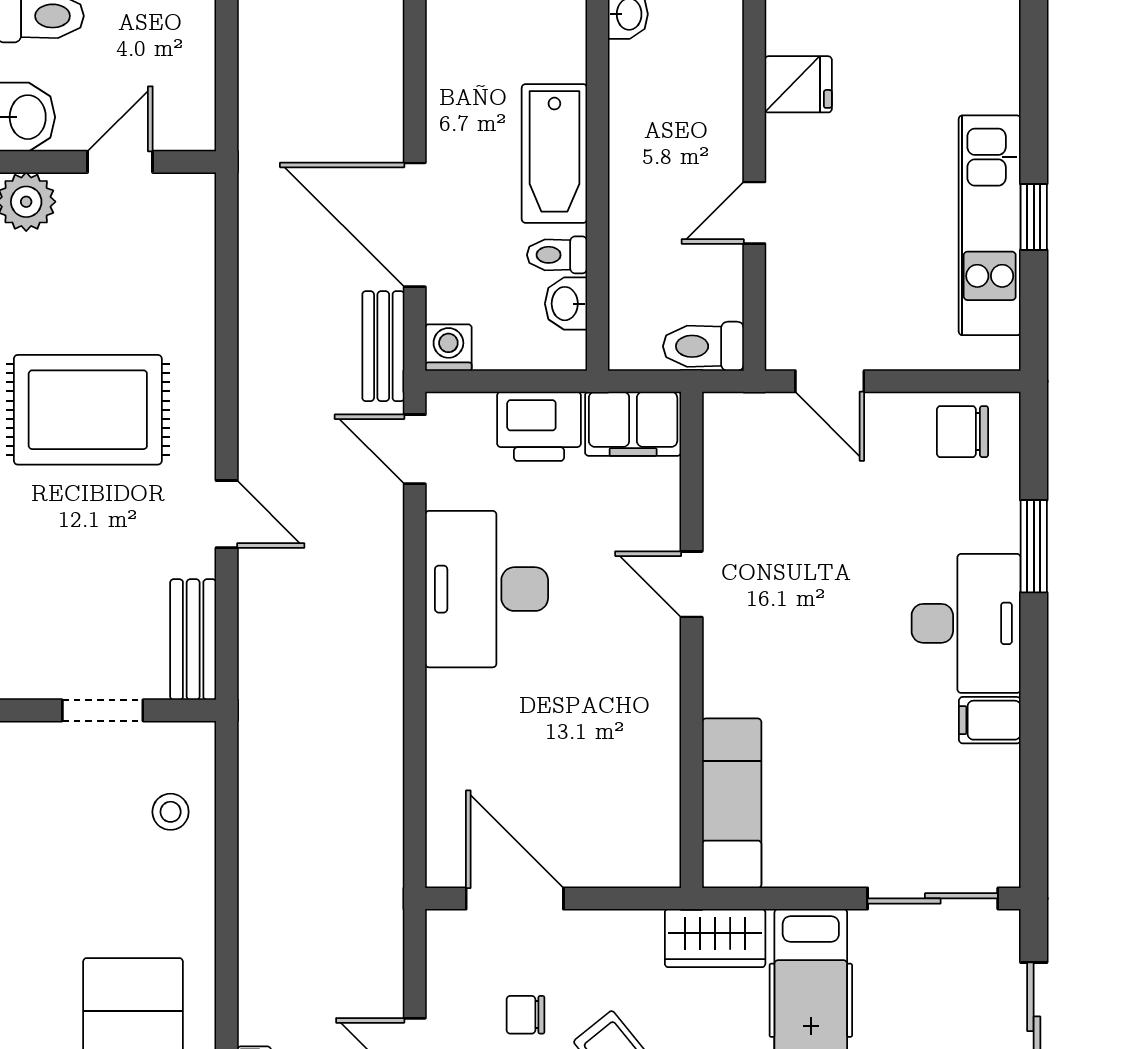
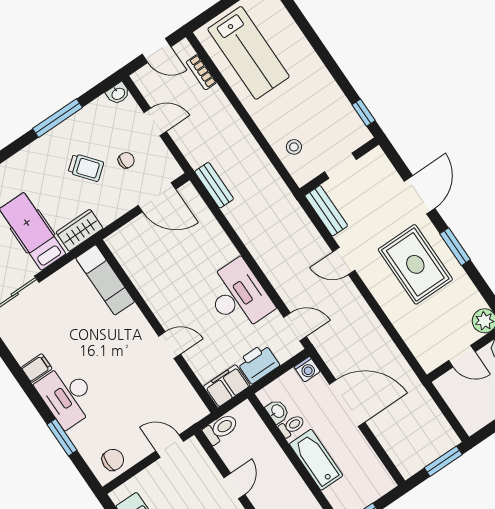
door: (120, 162) -> (462, 356), hinge flipped
bench: (383, 346) -> (214, 185), moved
rug: (88, 410) -> (415, 264), turned 90

